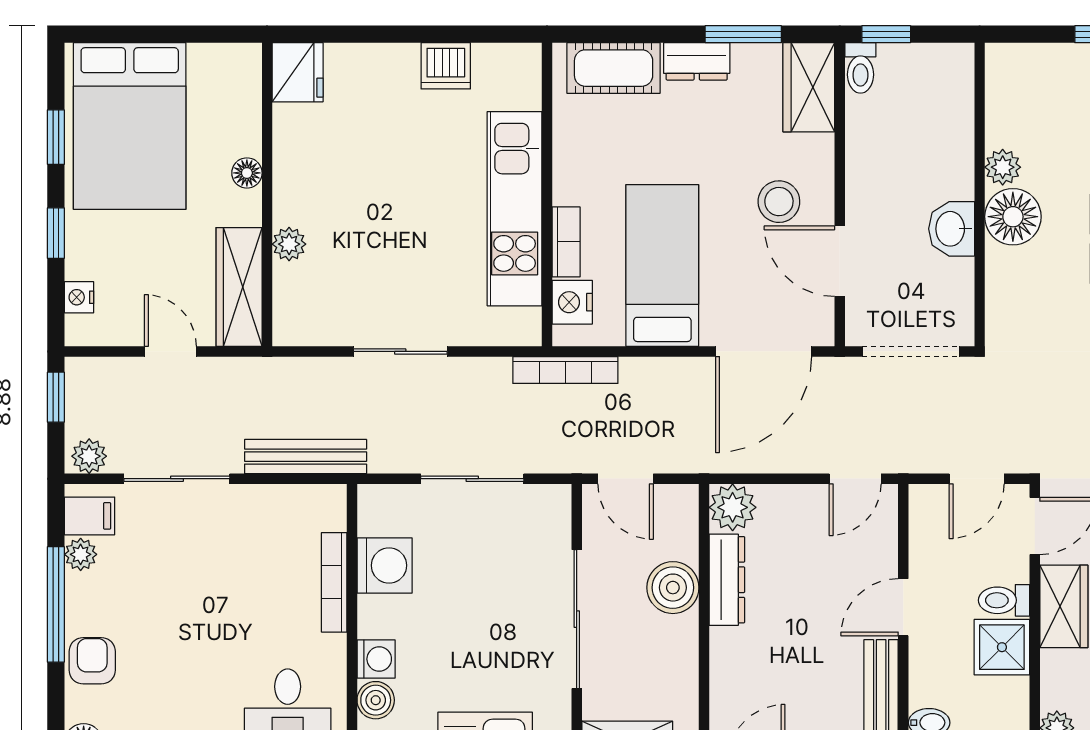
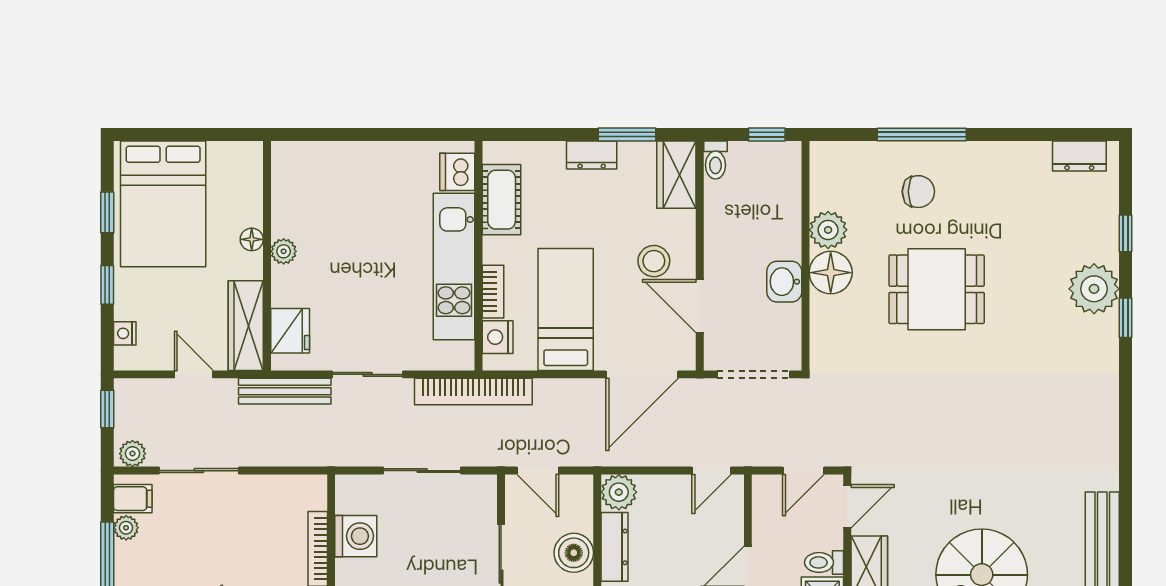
window: (886, 34) -> (767, 135), moved
dishwasher: (446, 66) -> (457, 172), moved, turned 90
cot: (614, 68) -> (502, 200), moved, turned 90
fridge: (298, 72) -> (290, 331), moved
plant: (1003, 167) -> (828, 230), width x1.38, depth x1.38
plant: (289, 244) -> (284, 251), moved
bookcase: (565, 370) -> (473, 392), width x1.48, depth x1.31
bench: (306, 457) -> (285, 391), moved

